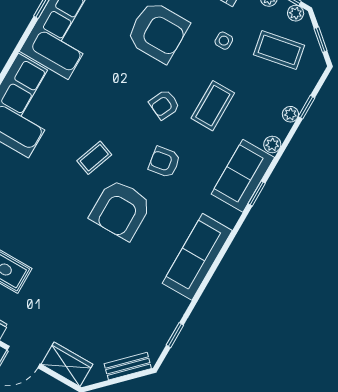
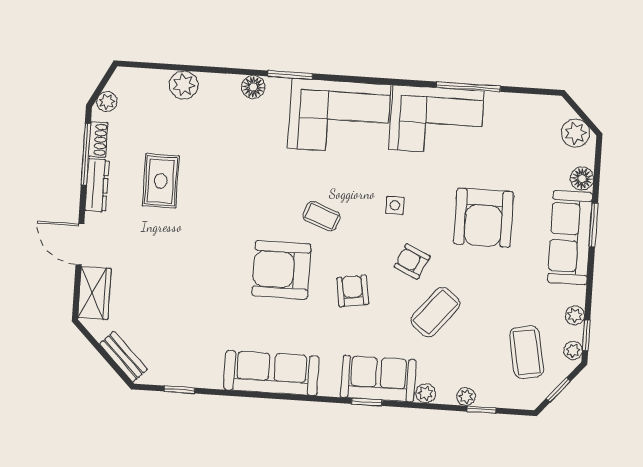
side table: (224, 41) -> (395, 205), moved
coffee table: (213, 106) -> (435, 312), turned -51

